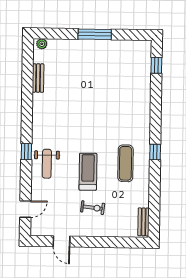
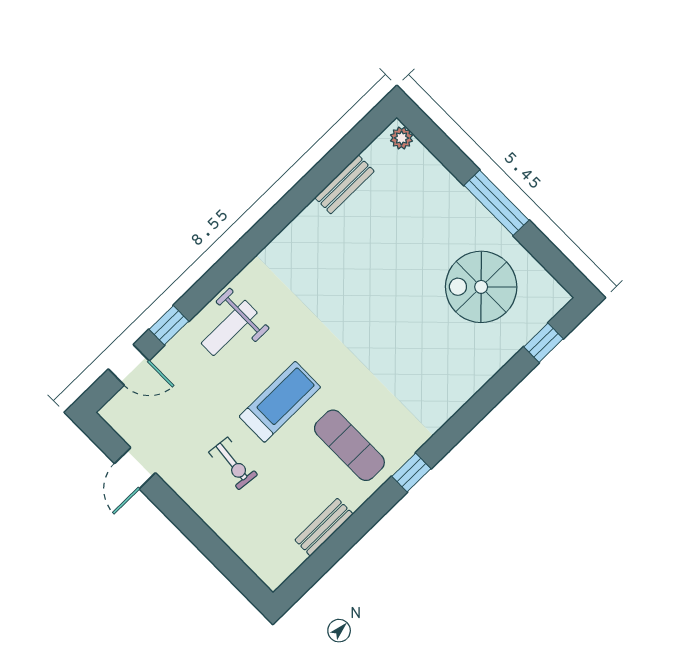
spiral stairs: (117, 67) -> (481, 287), added
window: (26, 152) -> (169, 325), moved
exercise mat: (125, 163) -> (349, 445), turned 90
bench: (143, 222) -> (324, 527), moved

